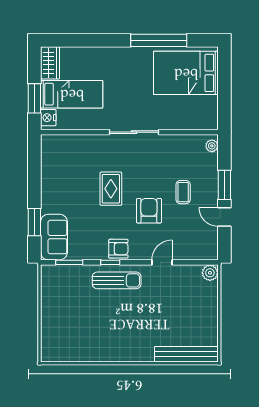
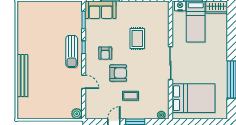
bed: (186, 73) -> (193, 98), moved, turned 90
rug: (111, 189) -> (137, 39), moved, turned 90
armchair: (118, 249) -> (105, 53), moved
bench: (186, 354) -> (22, 76), moved

